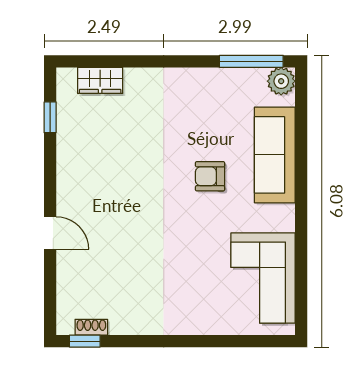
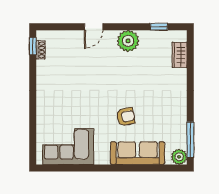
plant: (75, 172) -> (128, 41), added
armchair: (210, 176) -> (126, 117), turned 78

